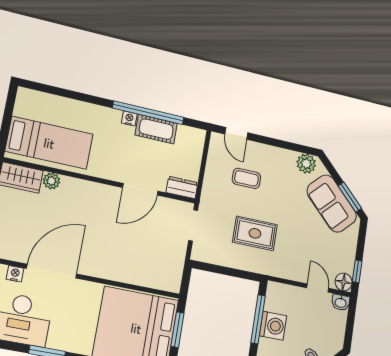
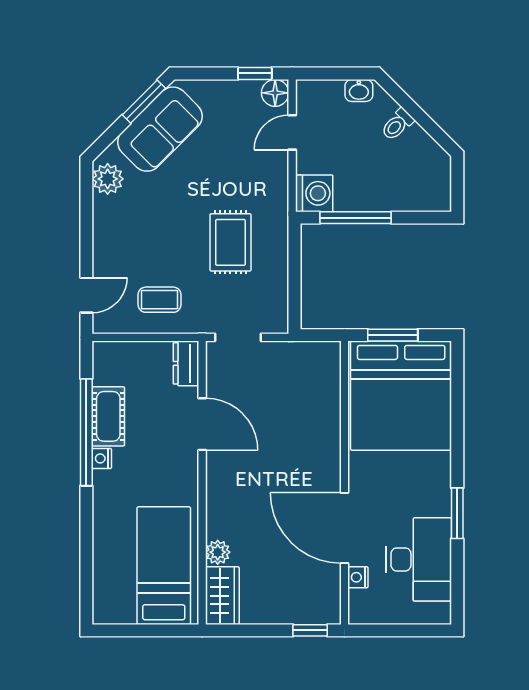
coffee table: (246, 178) -> (159, 300), moved, turned 90
washbasin: (341, 302) -> (359, 90), moved, turned 90
washing machine: (273, 326) -> (314, 193), moved, turned 90

